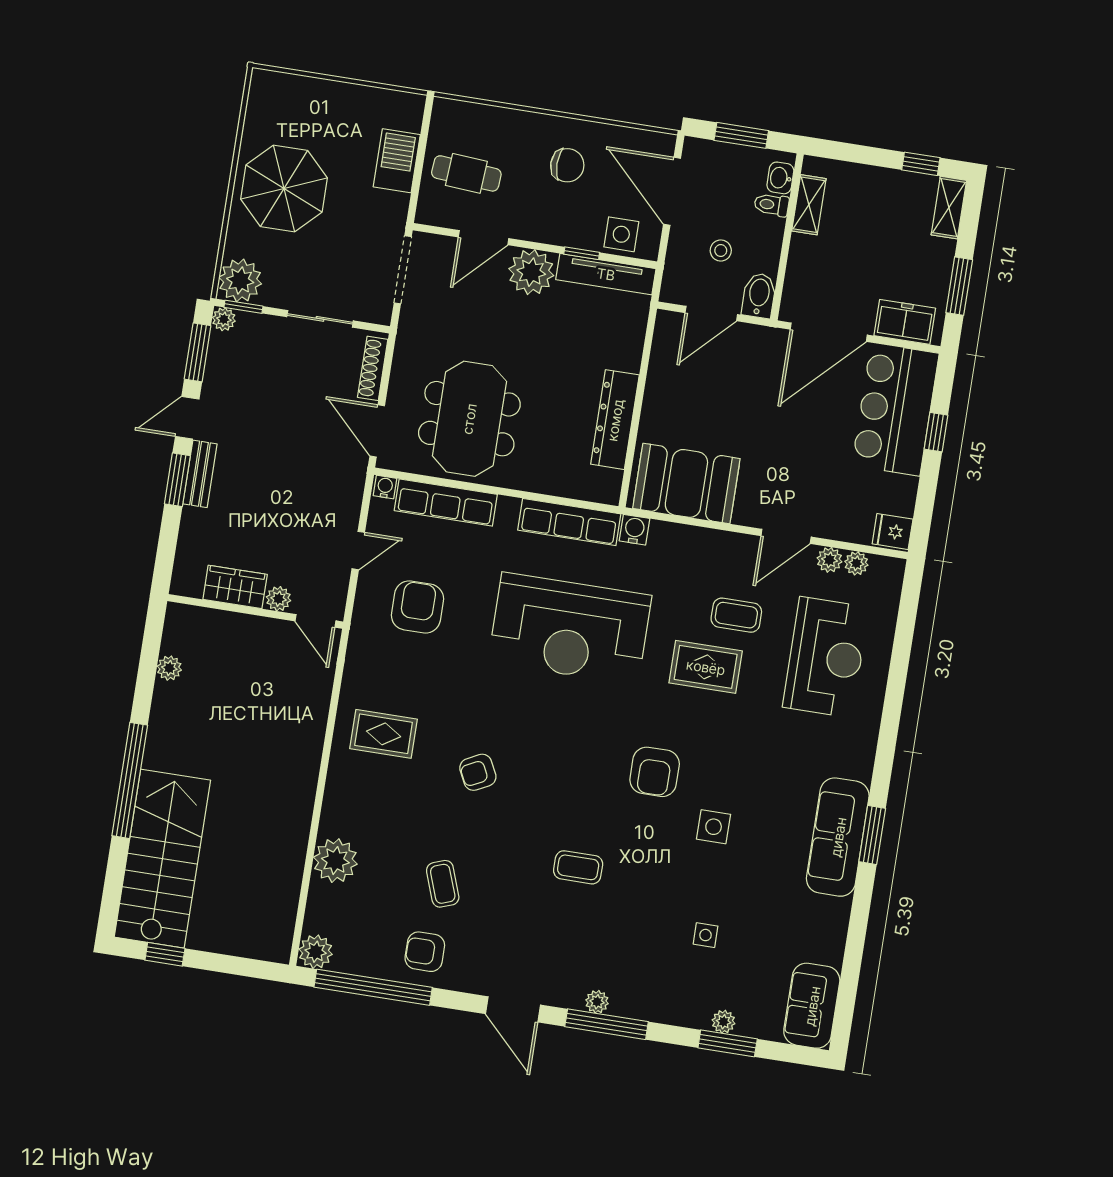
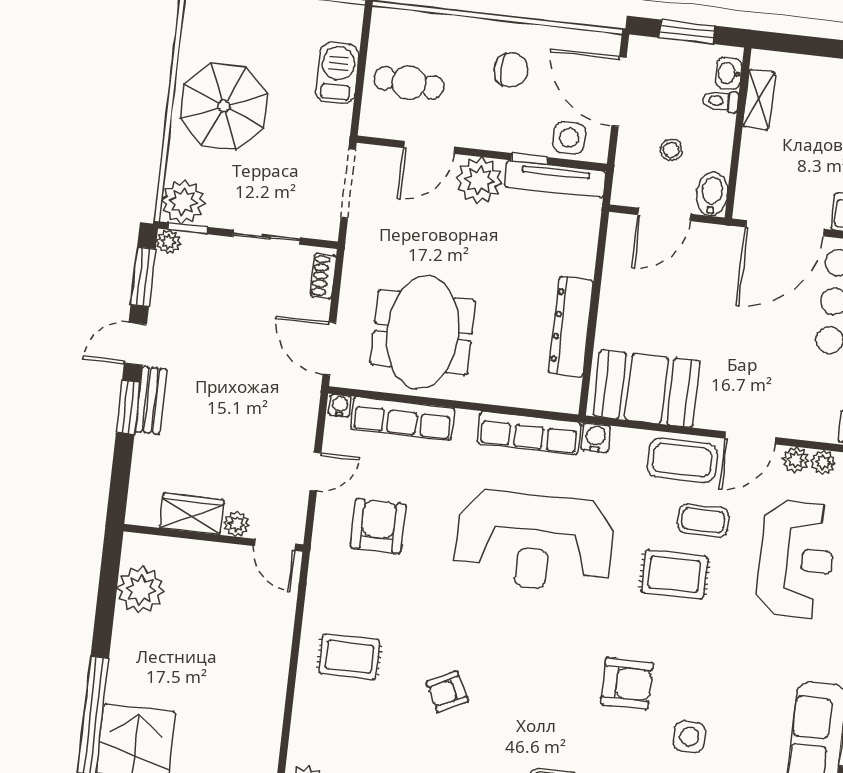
shoe rack: (373, 368) -> (323, 276), width x0.70
coffee table: (718, 555) -> (682, 460), added
plant: (169, 668) -> (141, 590), width x1.88, depth x1.88
armchair: (655, 772) -> (627, 683), turned -90

